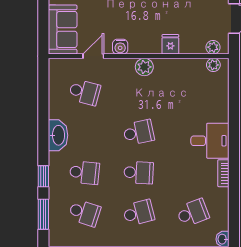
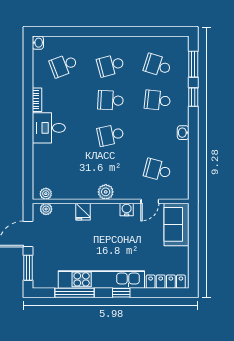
washbasin: (58, 135) -> (183, 133), width x0.52, depth x0.69

